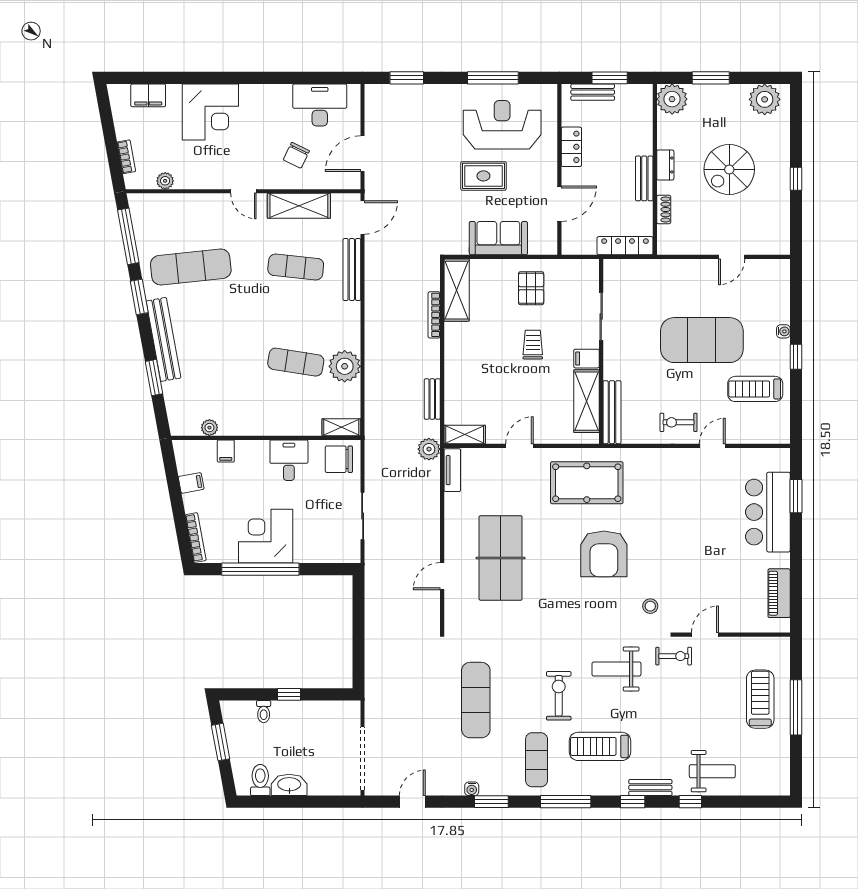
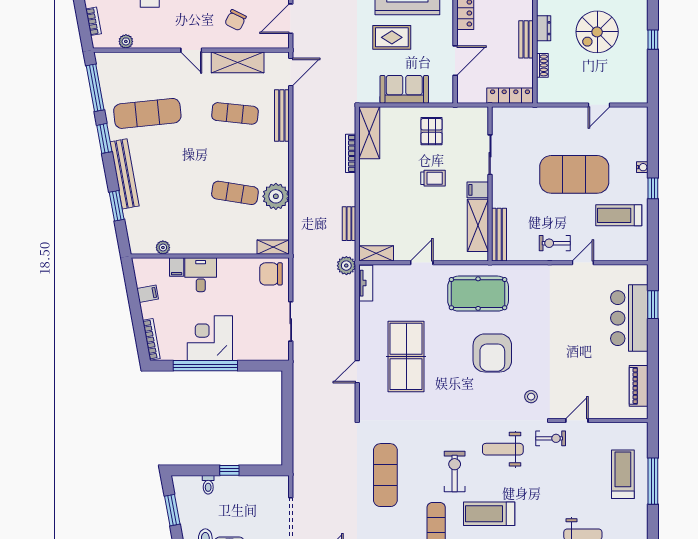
trolley: (533, 345) -> (433, 178), turned 90
desk: (289, 460) -> (201, 275), moved

